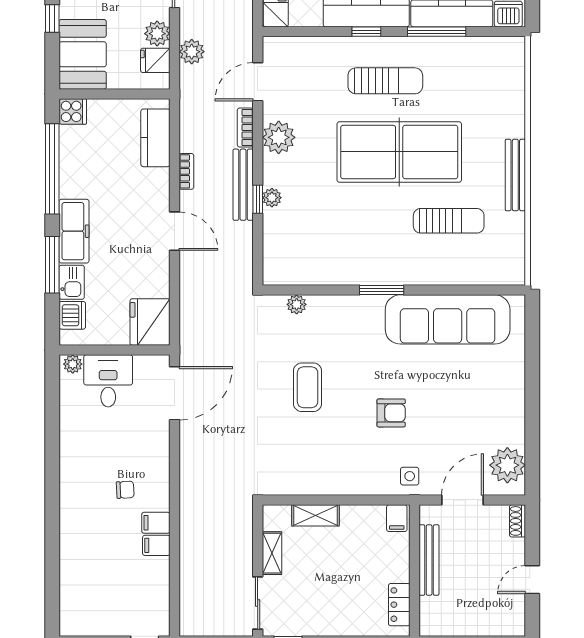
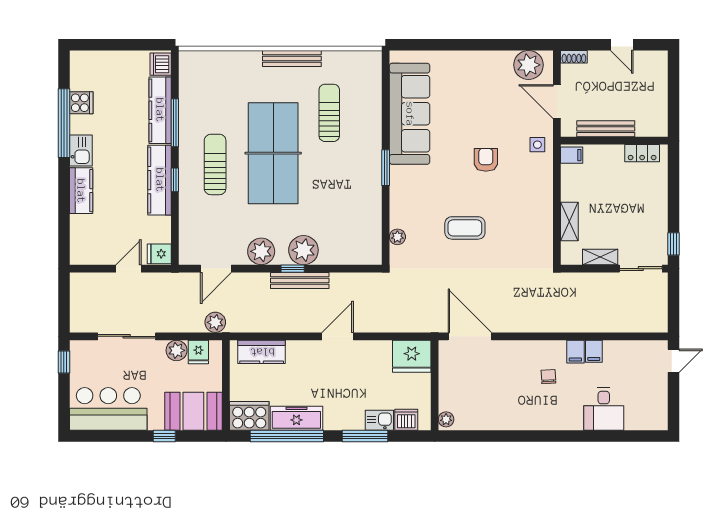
plant: (192, 52) -> (215, 322), moved
door: (258, 82) -> (216, 269), hinge flipped
cooker: (73, 111) -> (249, 416), width x1.87, depth x1.31
bookcase: (245, 128) -> (253, 279), removed
bookcase: (186, 171) -> (289, 327), removed
plant: (272, 198) -> (303, 250), width x1.87, depth x1.87
window: (258, 199) -> (293, 269), moved
freezer: (74, 231) -> (296, 418), moved
desk: (108, 381) -> (604, 409), moved, turned -90

